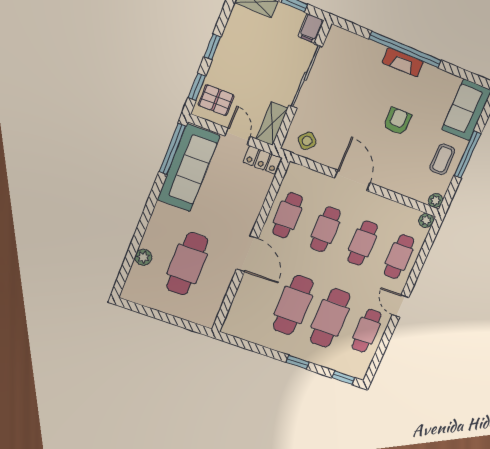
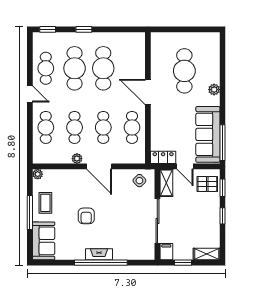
plant: (426, 220) -> (77, 159), moved
plant: (143, 257) -> (214, 90), moved

